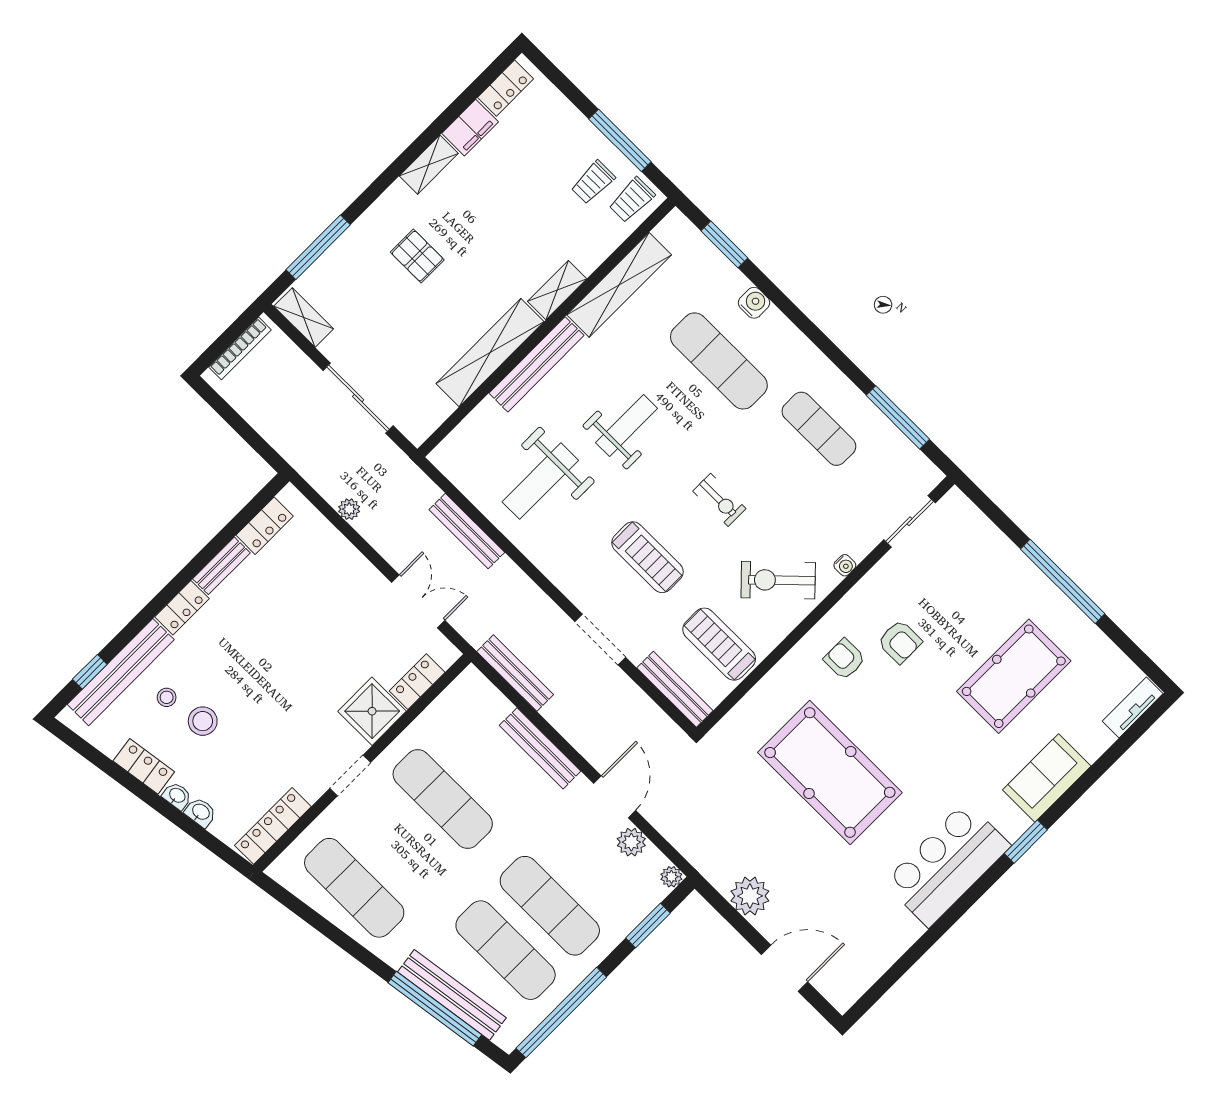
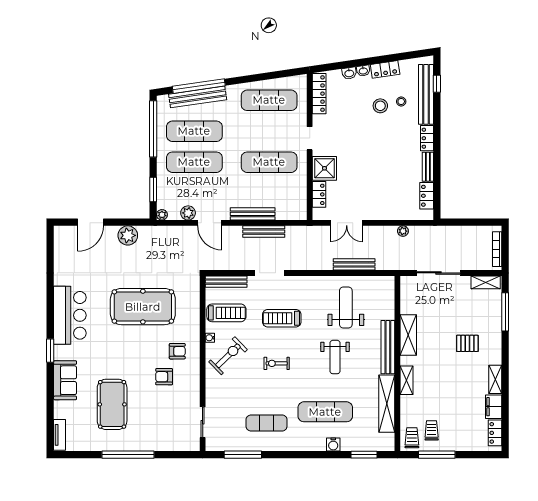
shelving: (490, 353) -> (408, 335), width x0.68
water cooler: (845, 565) -> (210, 338), moved
bench: (515, 673) -> (264, 232), moved

